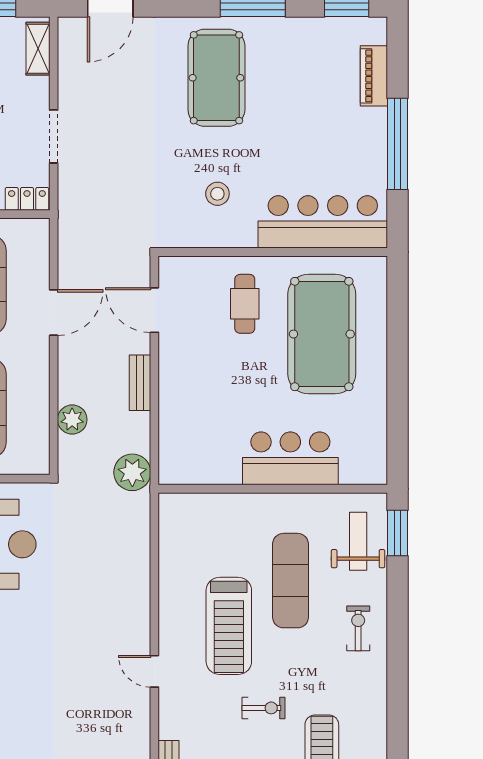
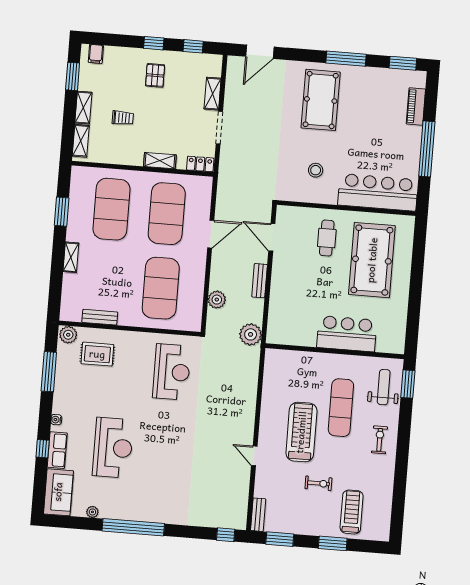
shelving: (38, 49) -> (213, 94), moved
treadmill: (229, 626) -> (301, 432), turned 180

